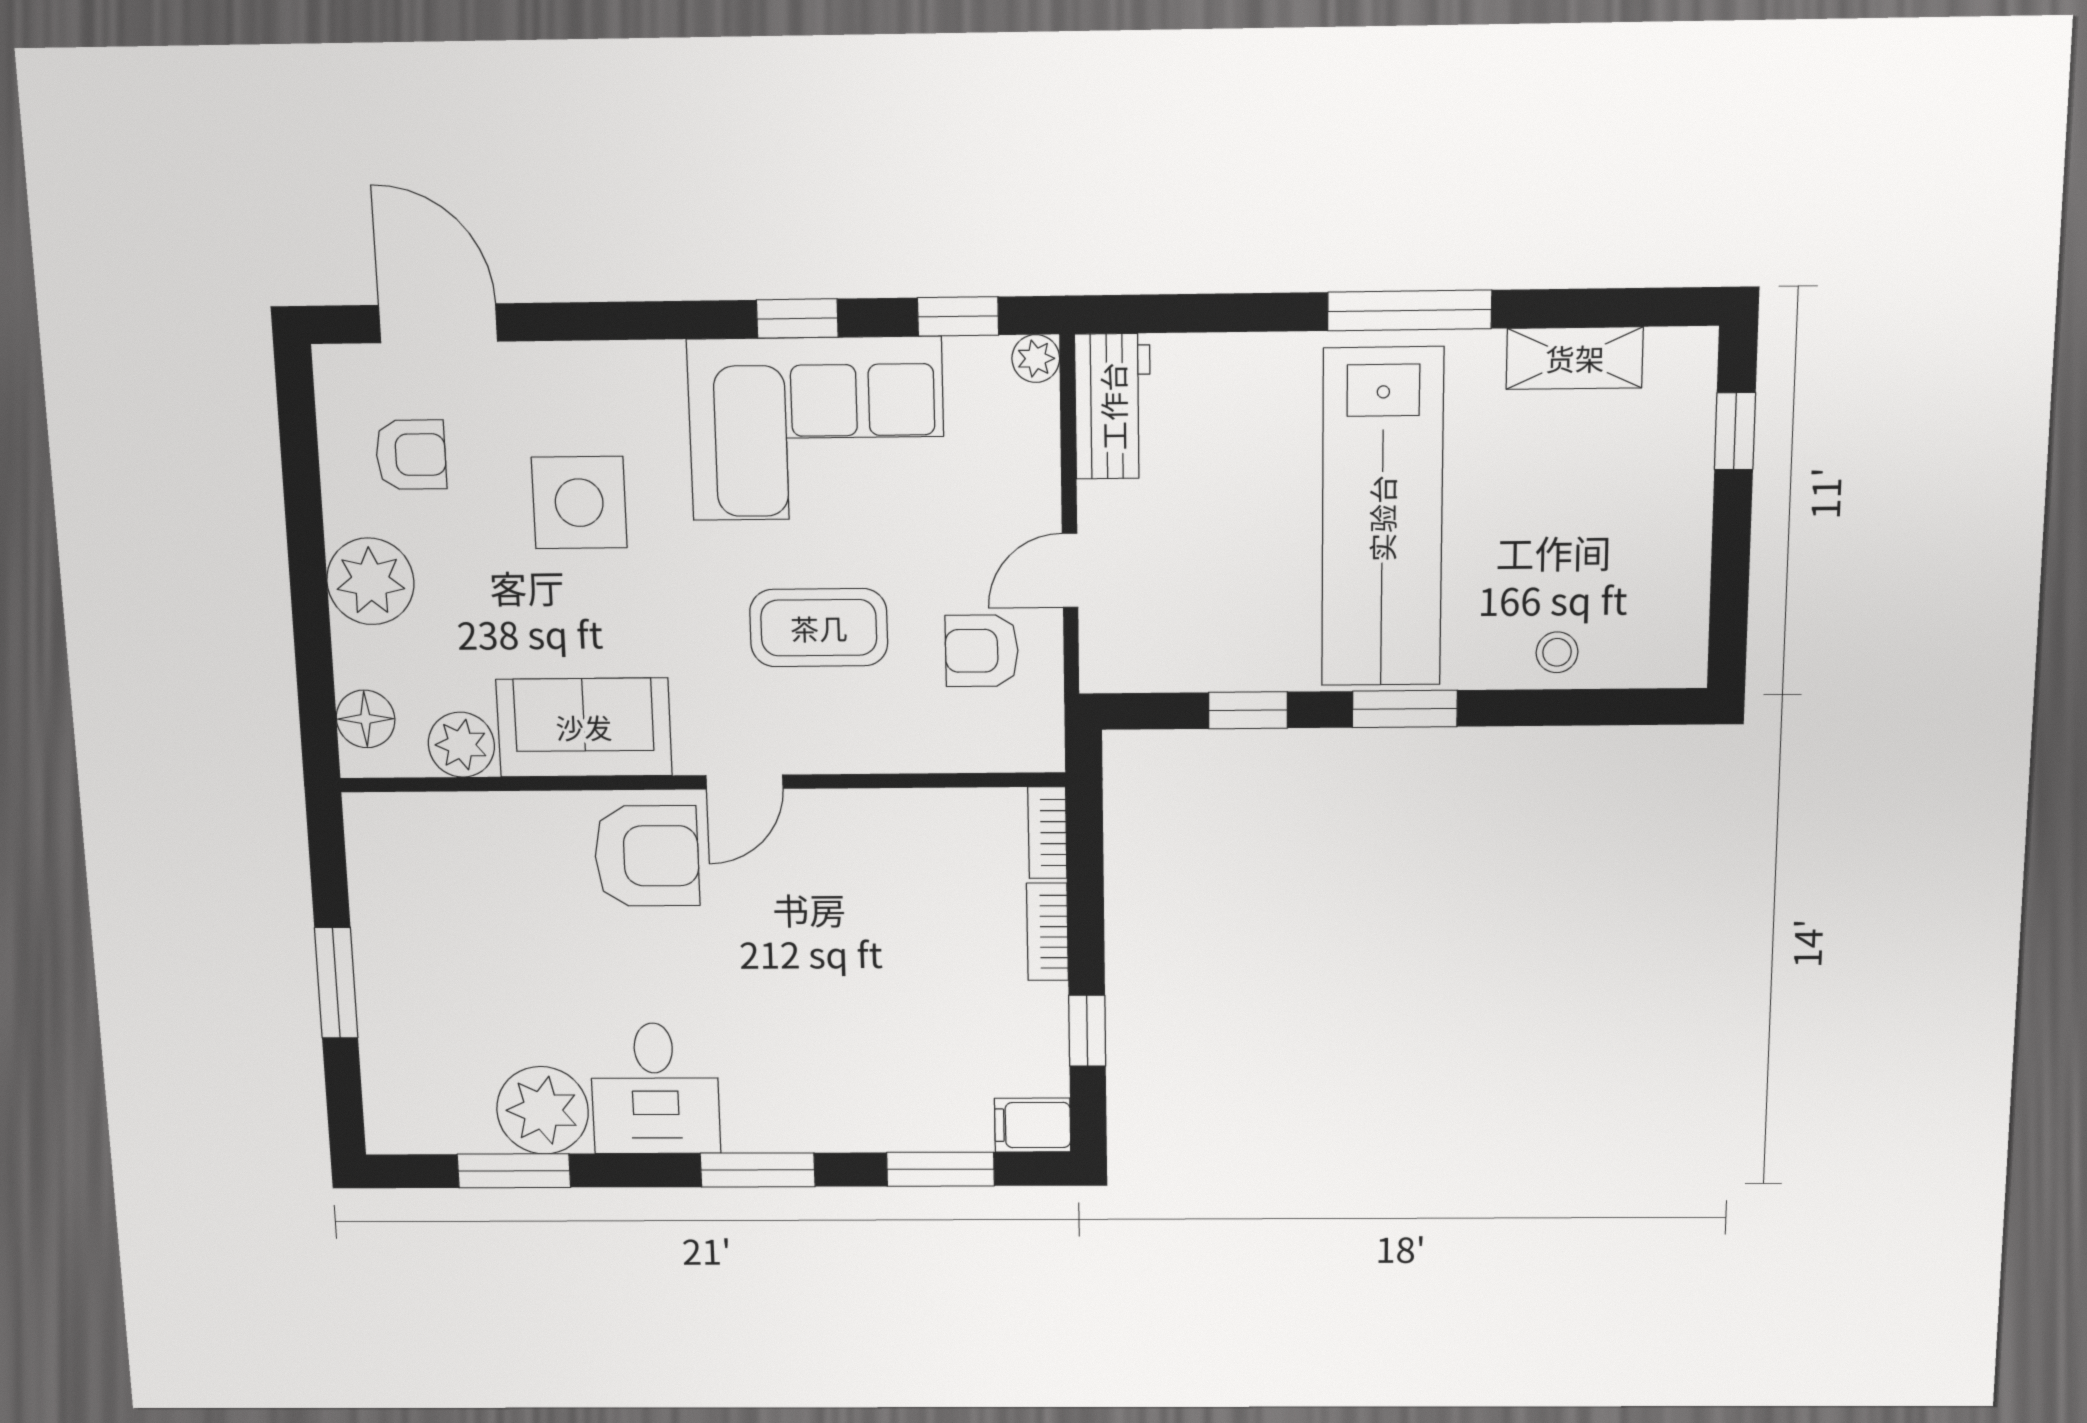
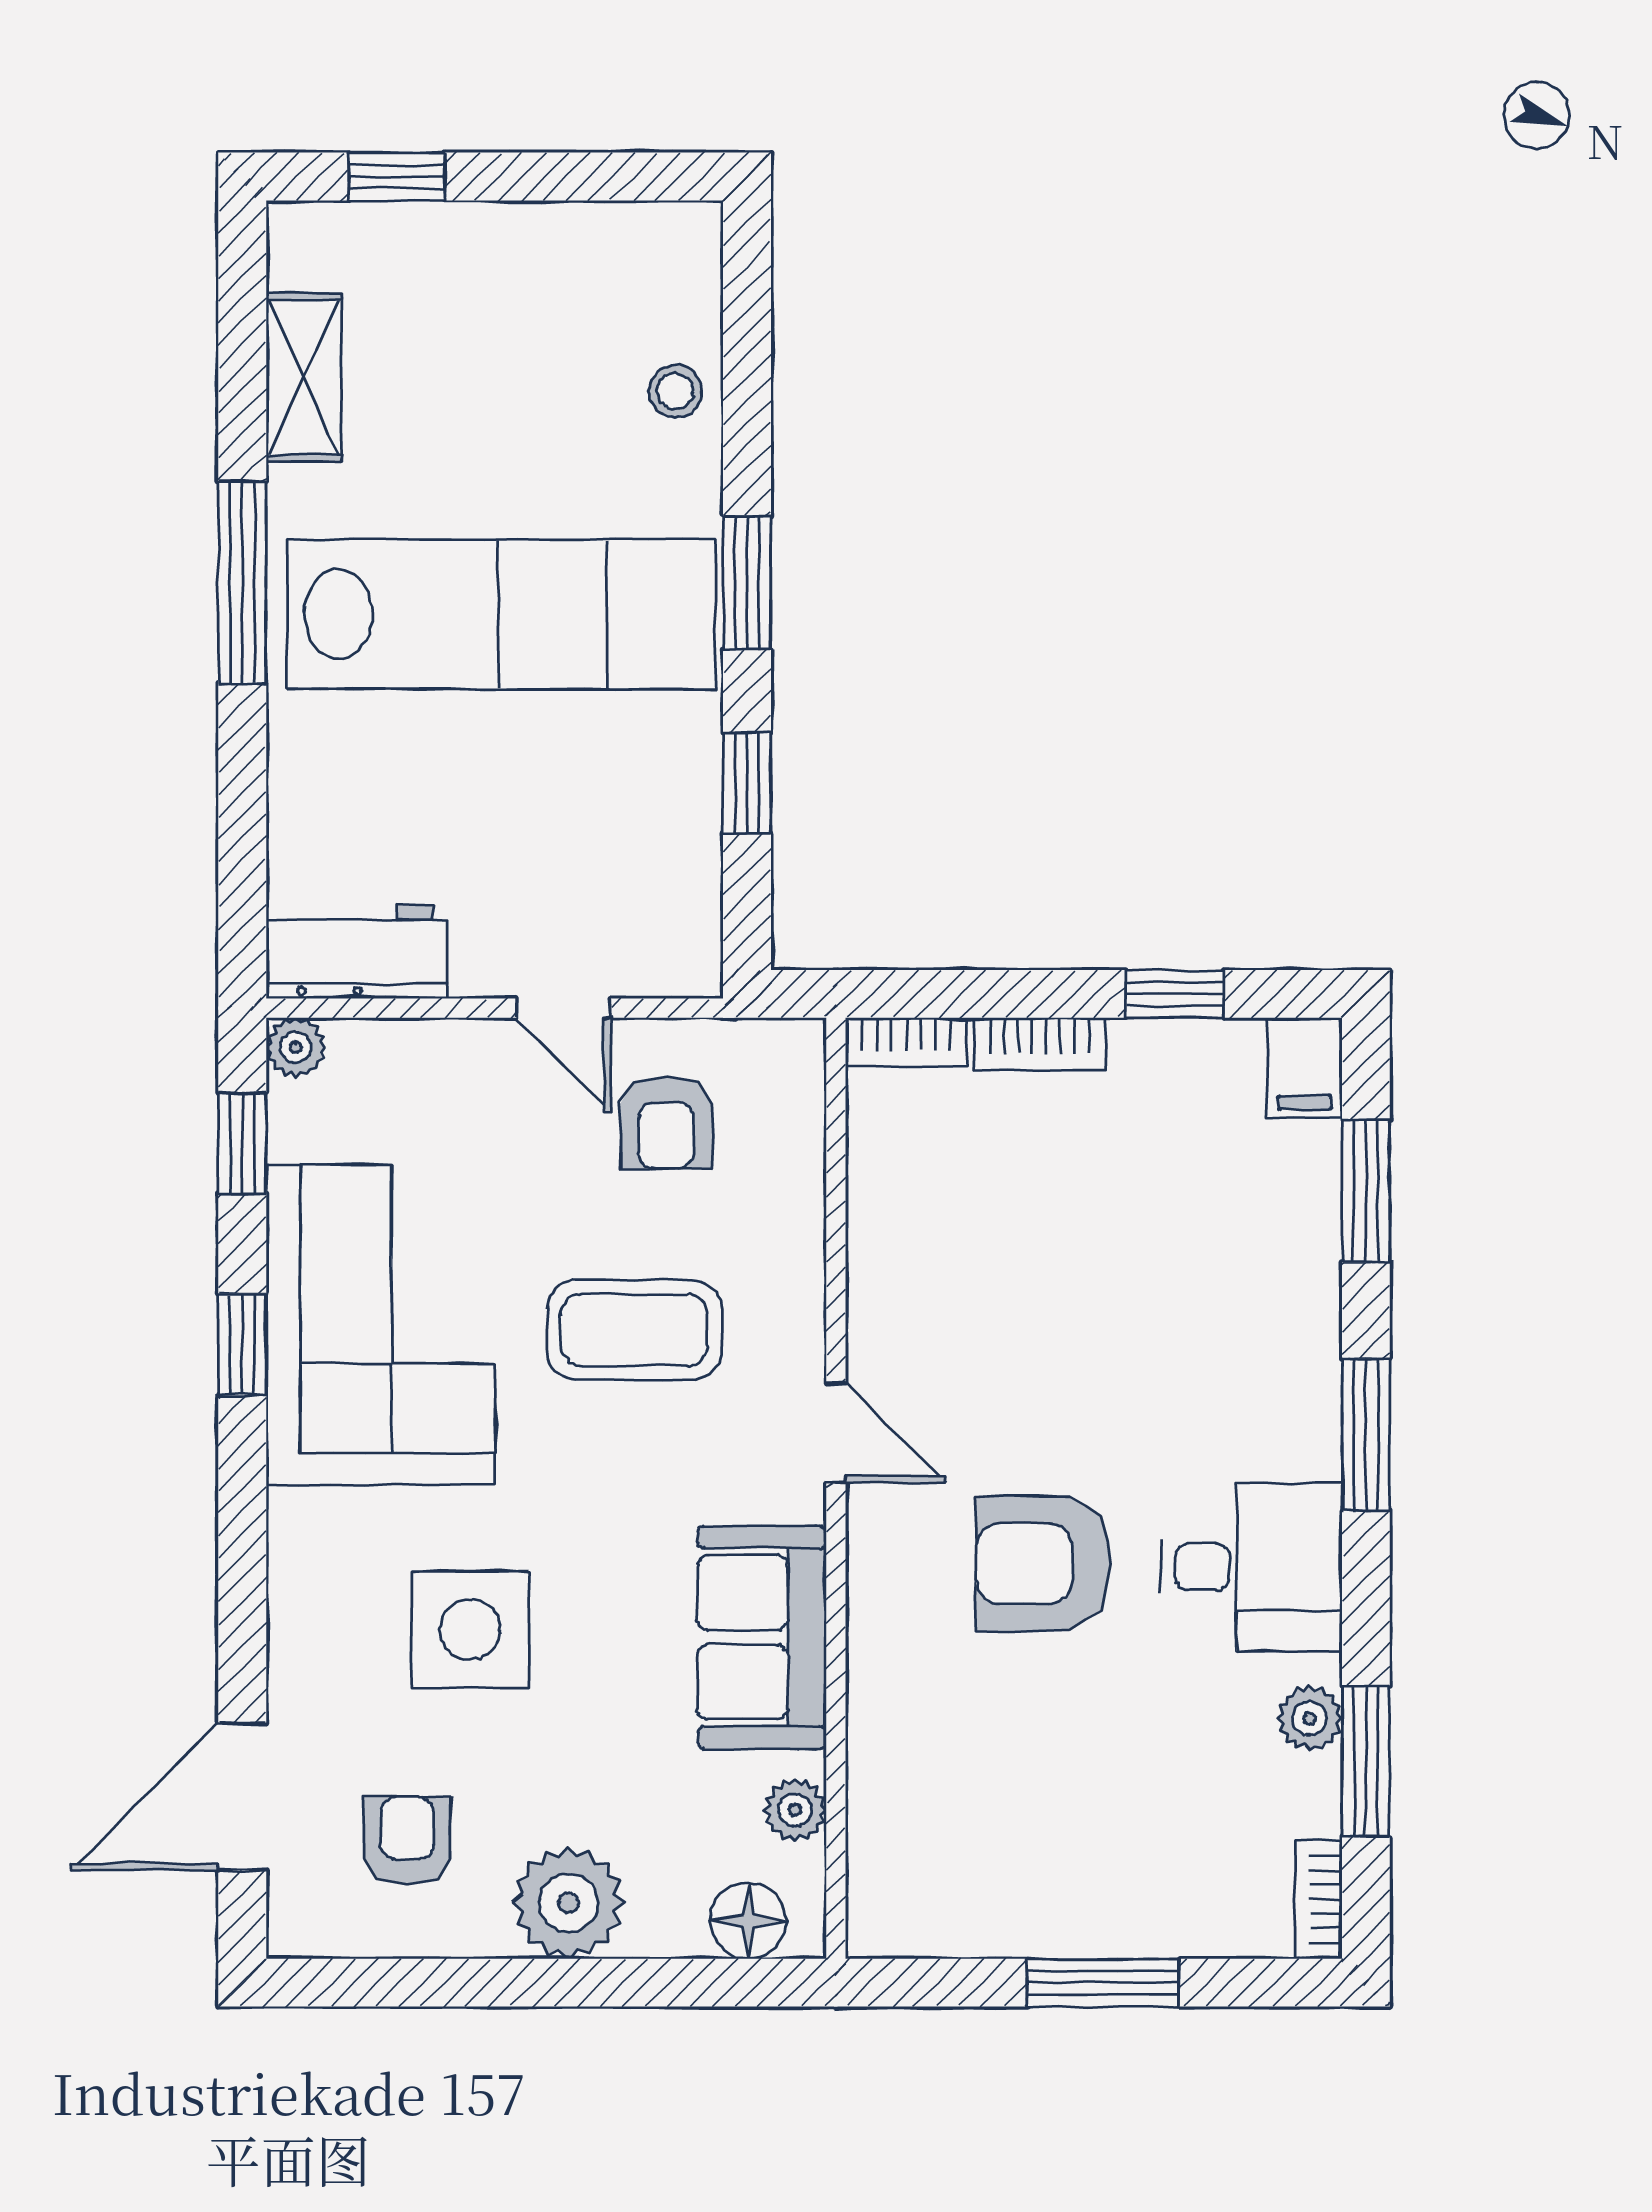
coffee table: (819, 628) -> (634, 1330), turned 90
plant: (461, 745) -> (795, 1810), width x0.73, depth x0.73
armchair: (647, 856) -> (1043, 1563), moved, turned -90
plant: (543, 1110) -> (1310, 1718), width x0.53, depth x0.53
bookcase: (409, 1137) -> (1318, 1899), added

